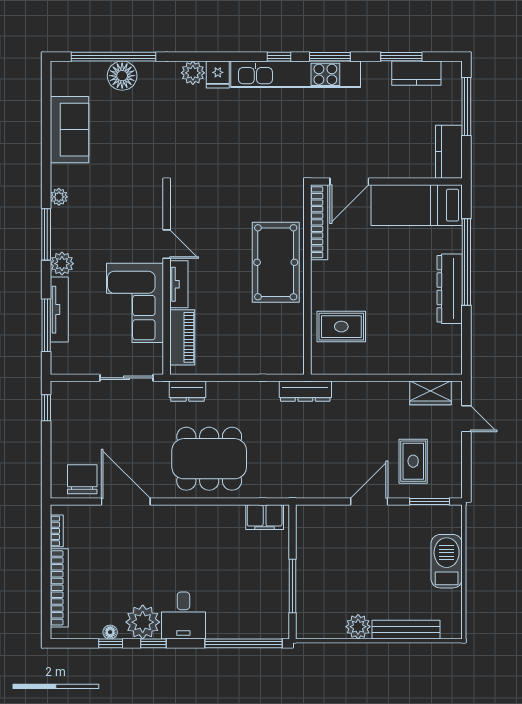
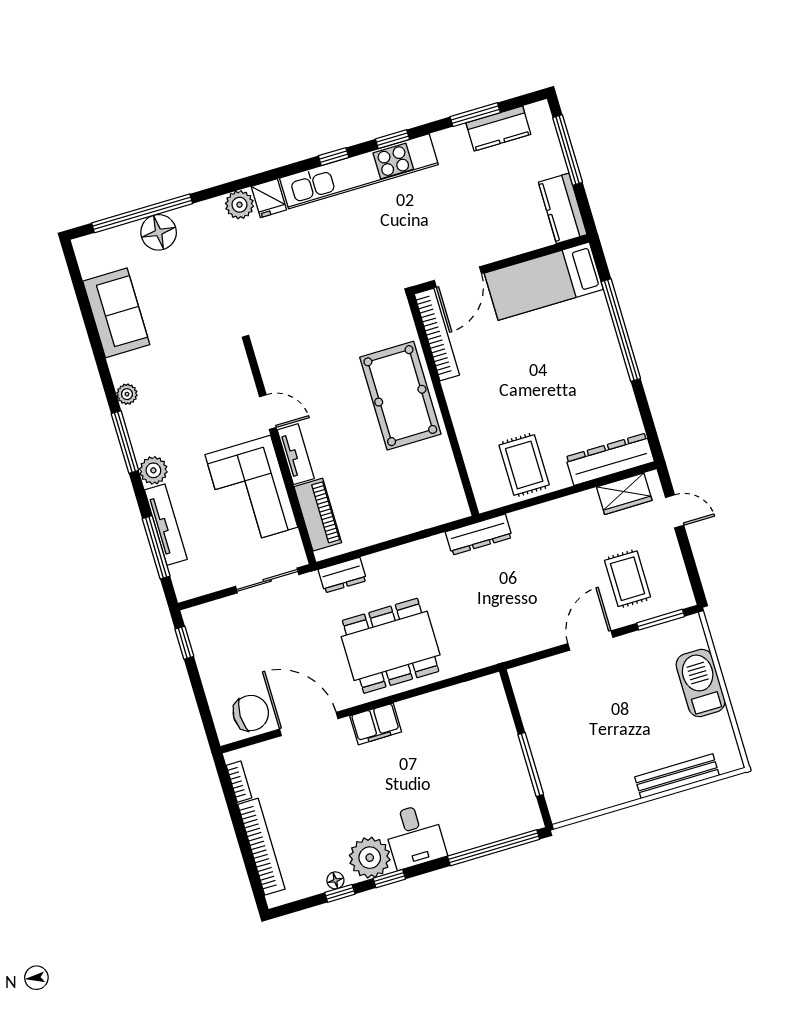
window: (330, 57) -> (392, 139), width x0.67
dresser: (450, 289) -> (610, 459), moved, turned 90
rug: (341, 327) -> (524, 465), moved, turned 90
chair: (82, 479) -> (251, 713), turned 90
filing cabinet: (265, 517) -> (376, 724), moved
plant: (358, 627) -> (621, 789), removed

